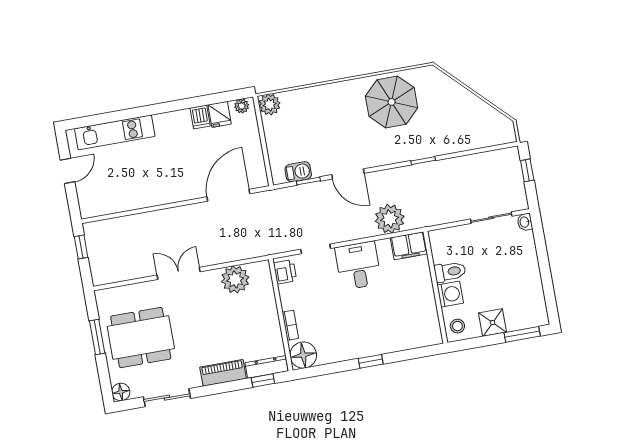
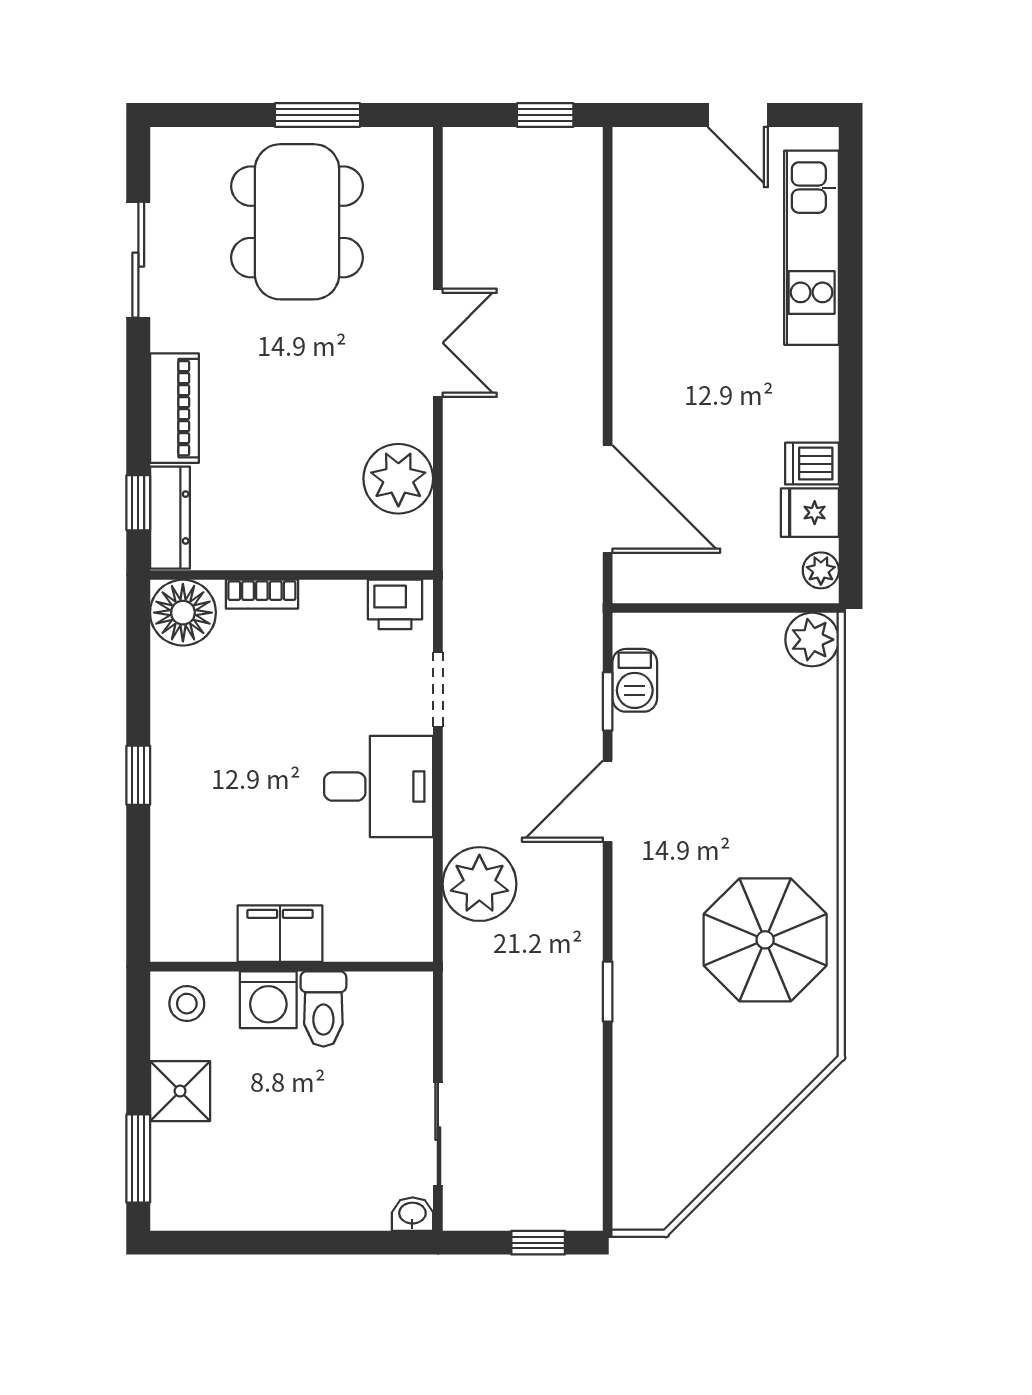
filing cabinet: (409, 246) -> (280, 934), moved, turned 90
floor lamp: (121, 392) -> (172, 149), removed

